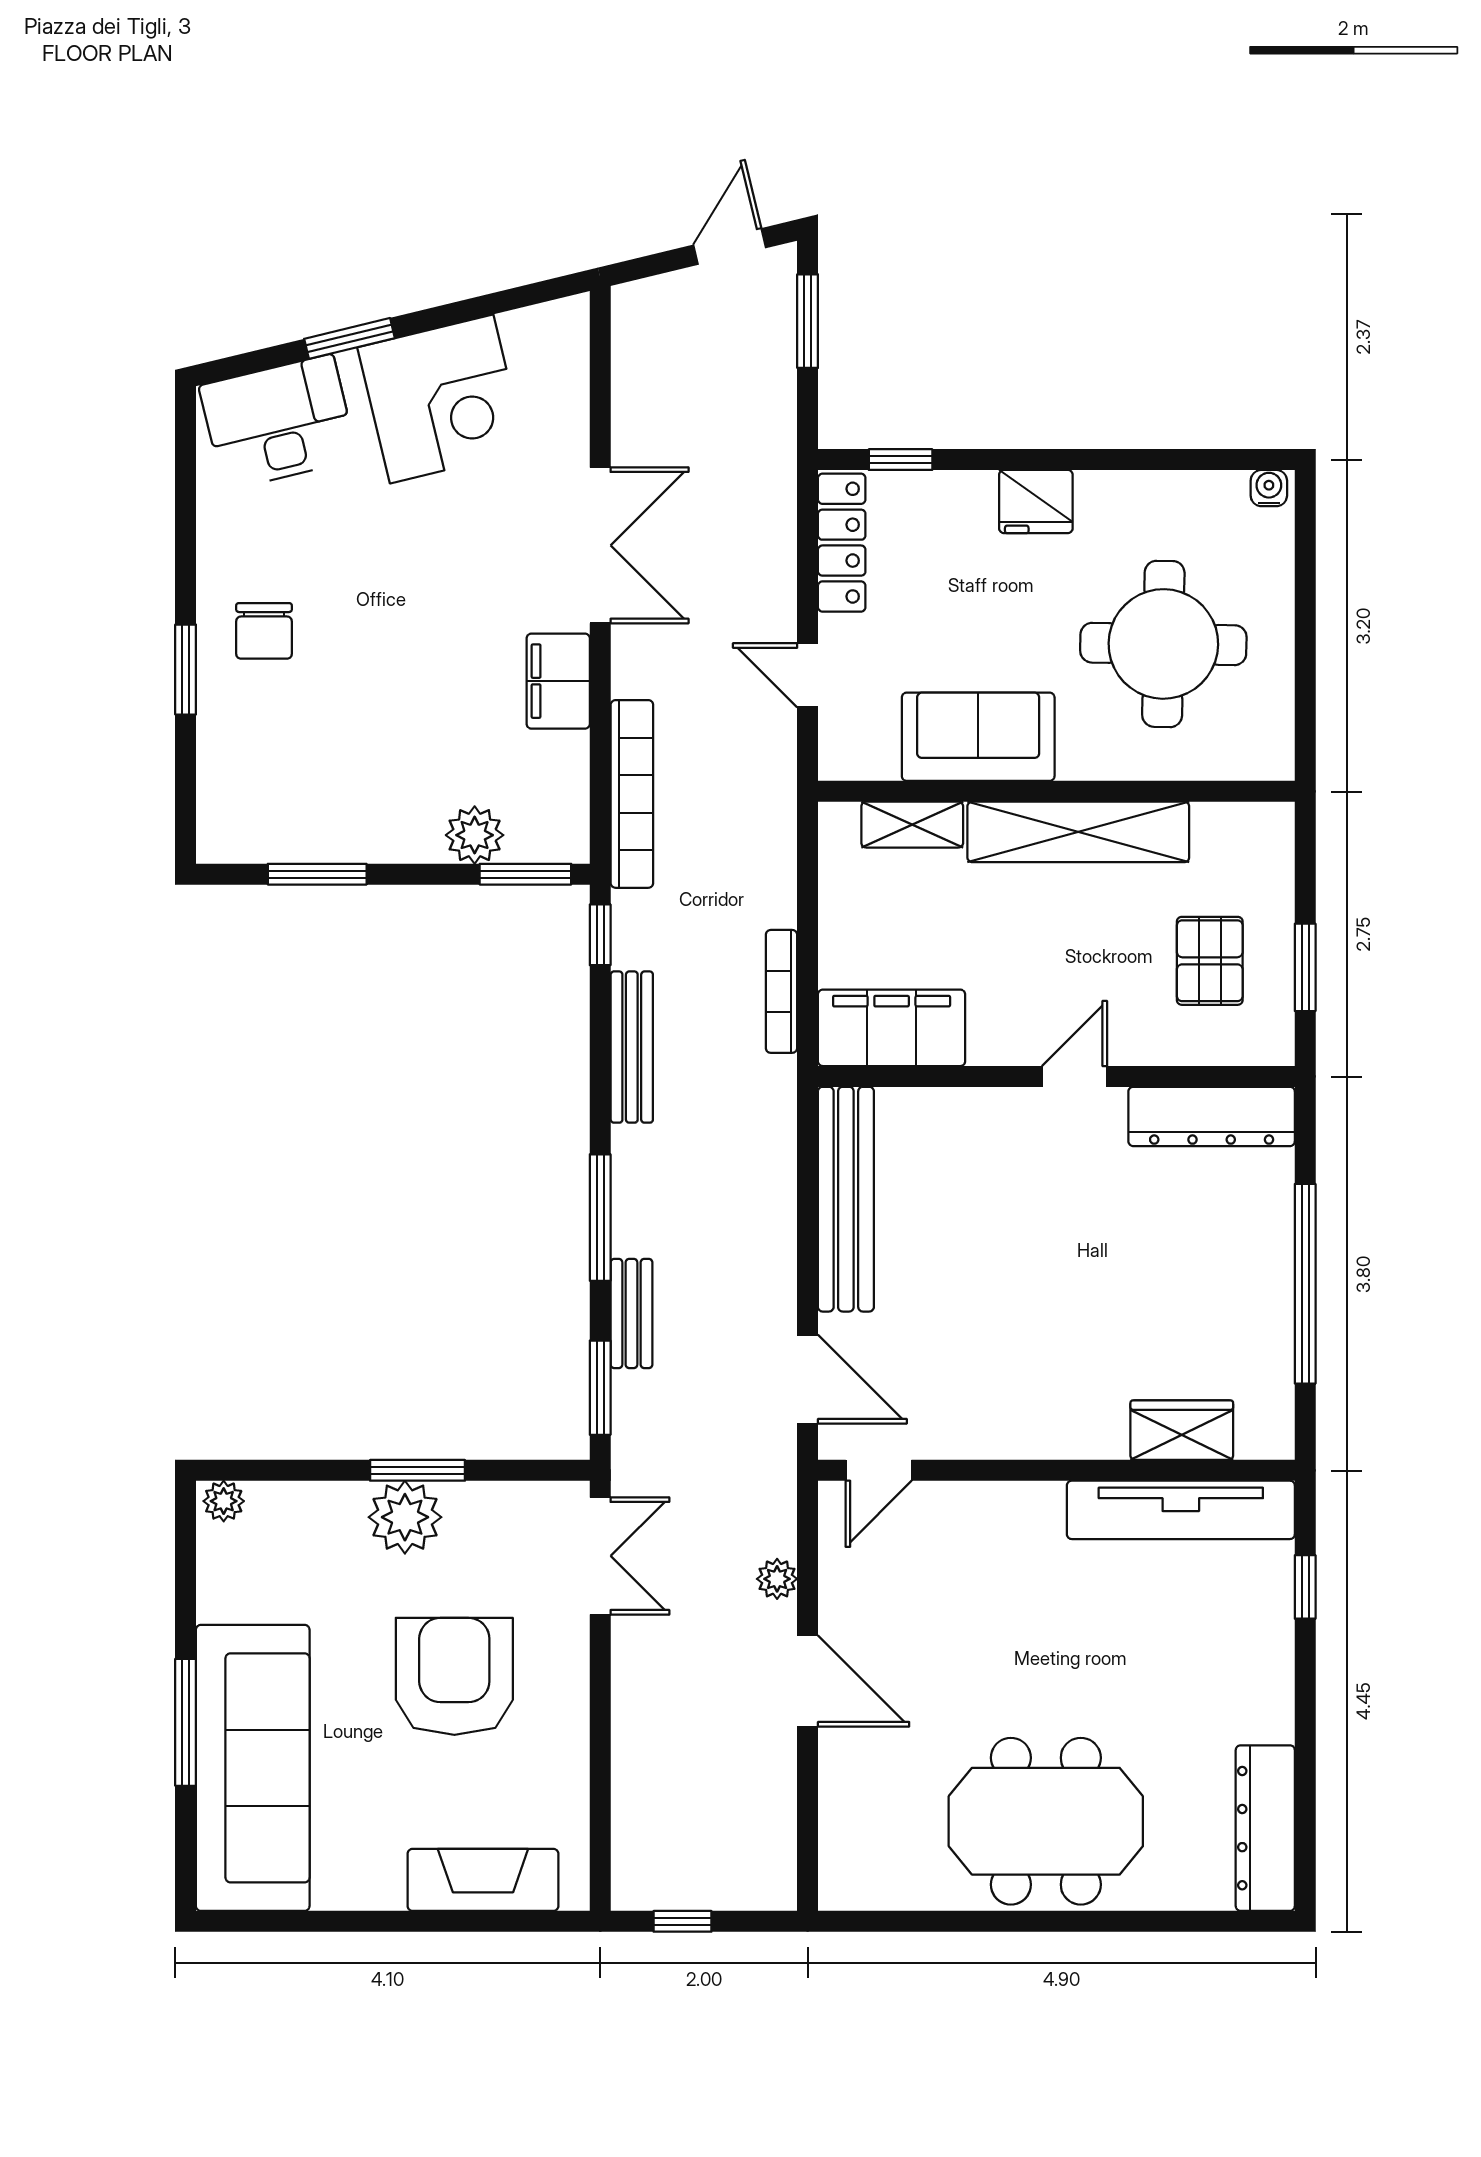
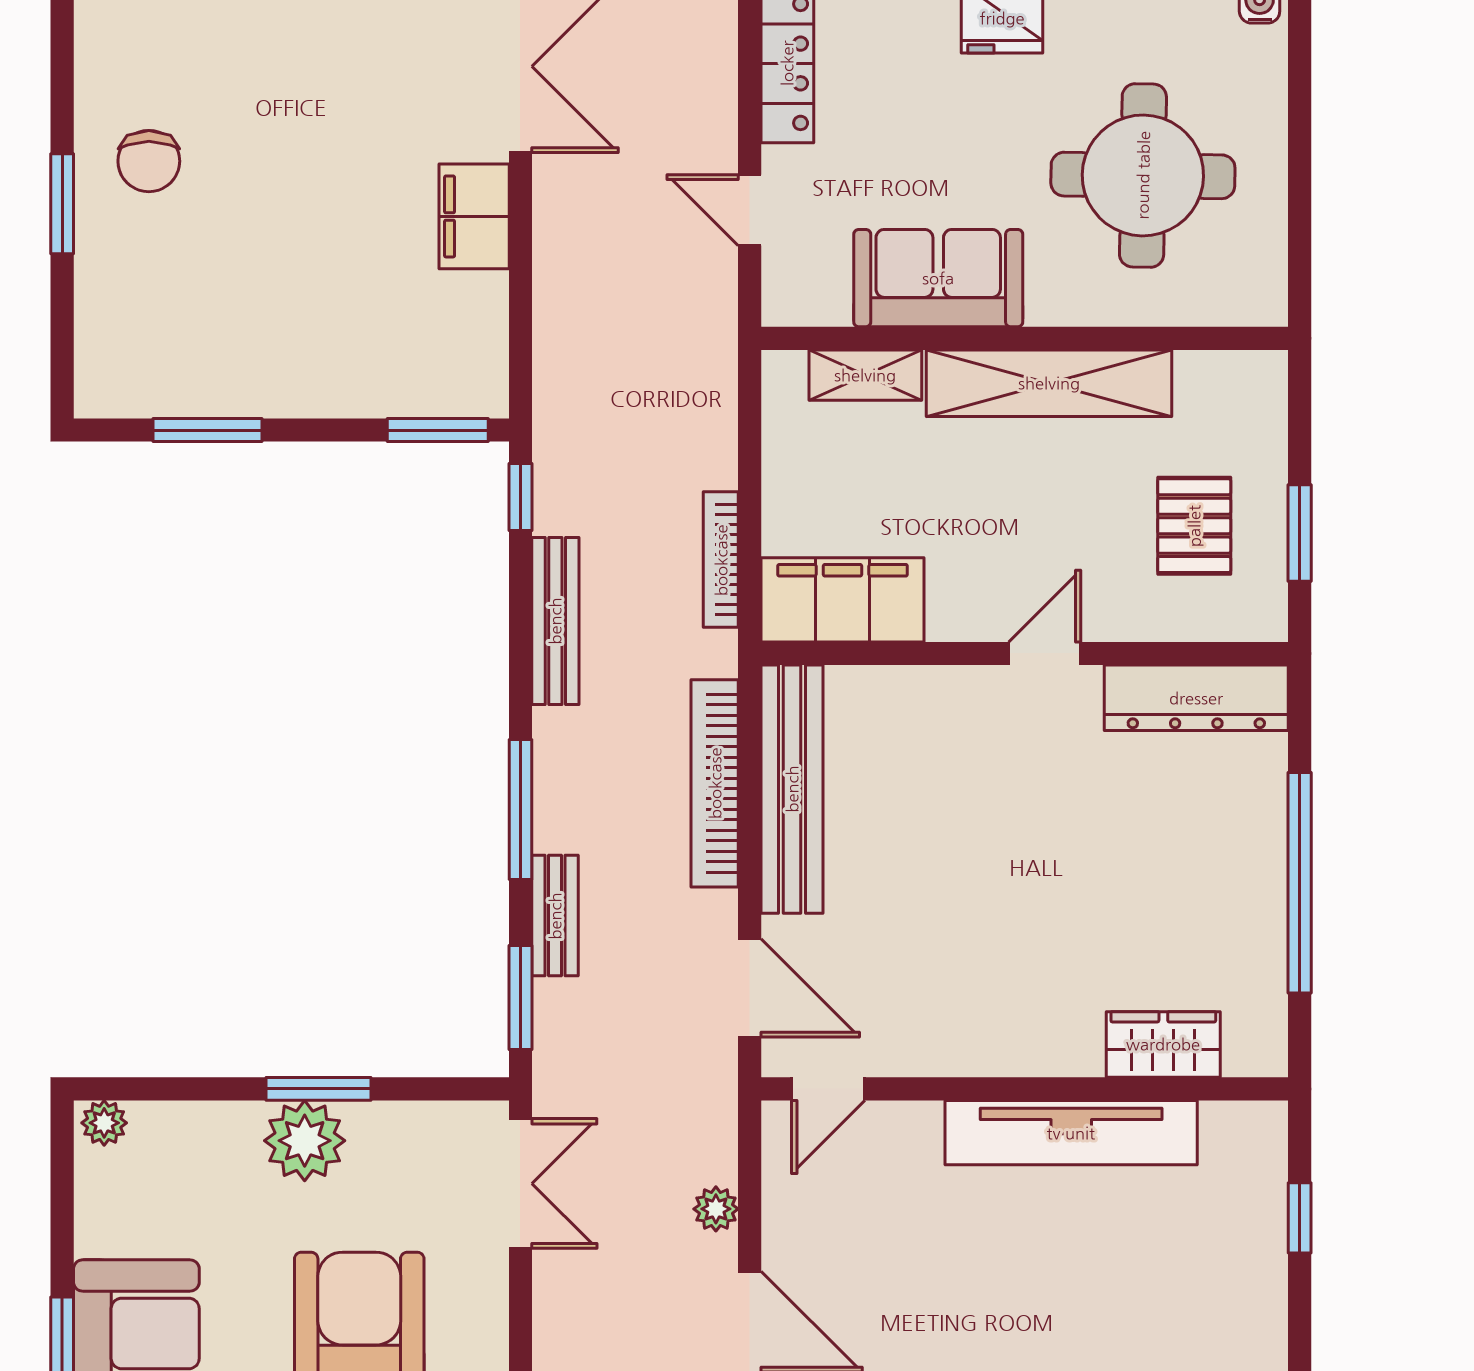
bookcase: (632, 794) -> (715, 783), moved, turned 180
plant: (475, 835) -> (382, 387), removed
tv unit: (1181, 1510) -> (1071, 1133), moved

